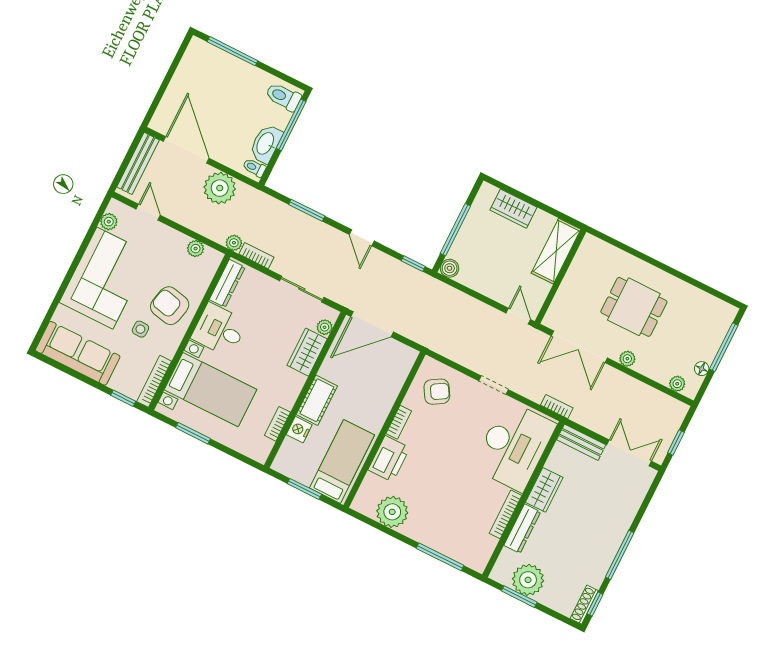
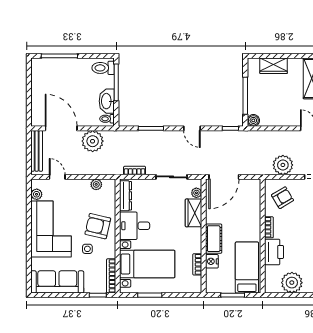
plant: (234, 243) -> (283, 165), moved, width x1.88, depth x1.88

